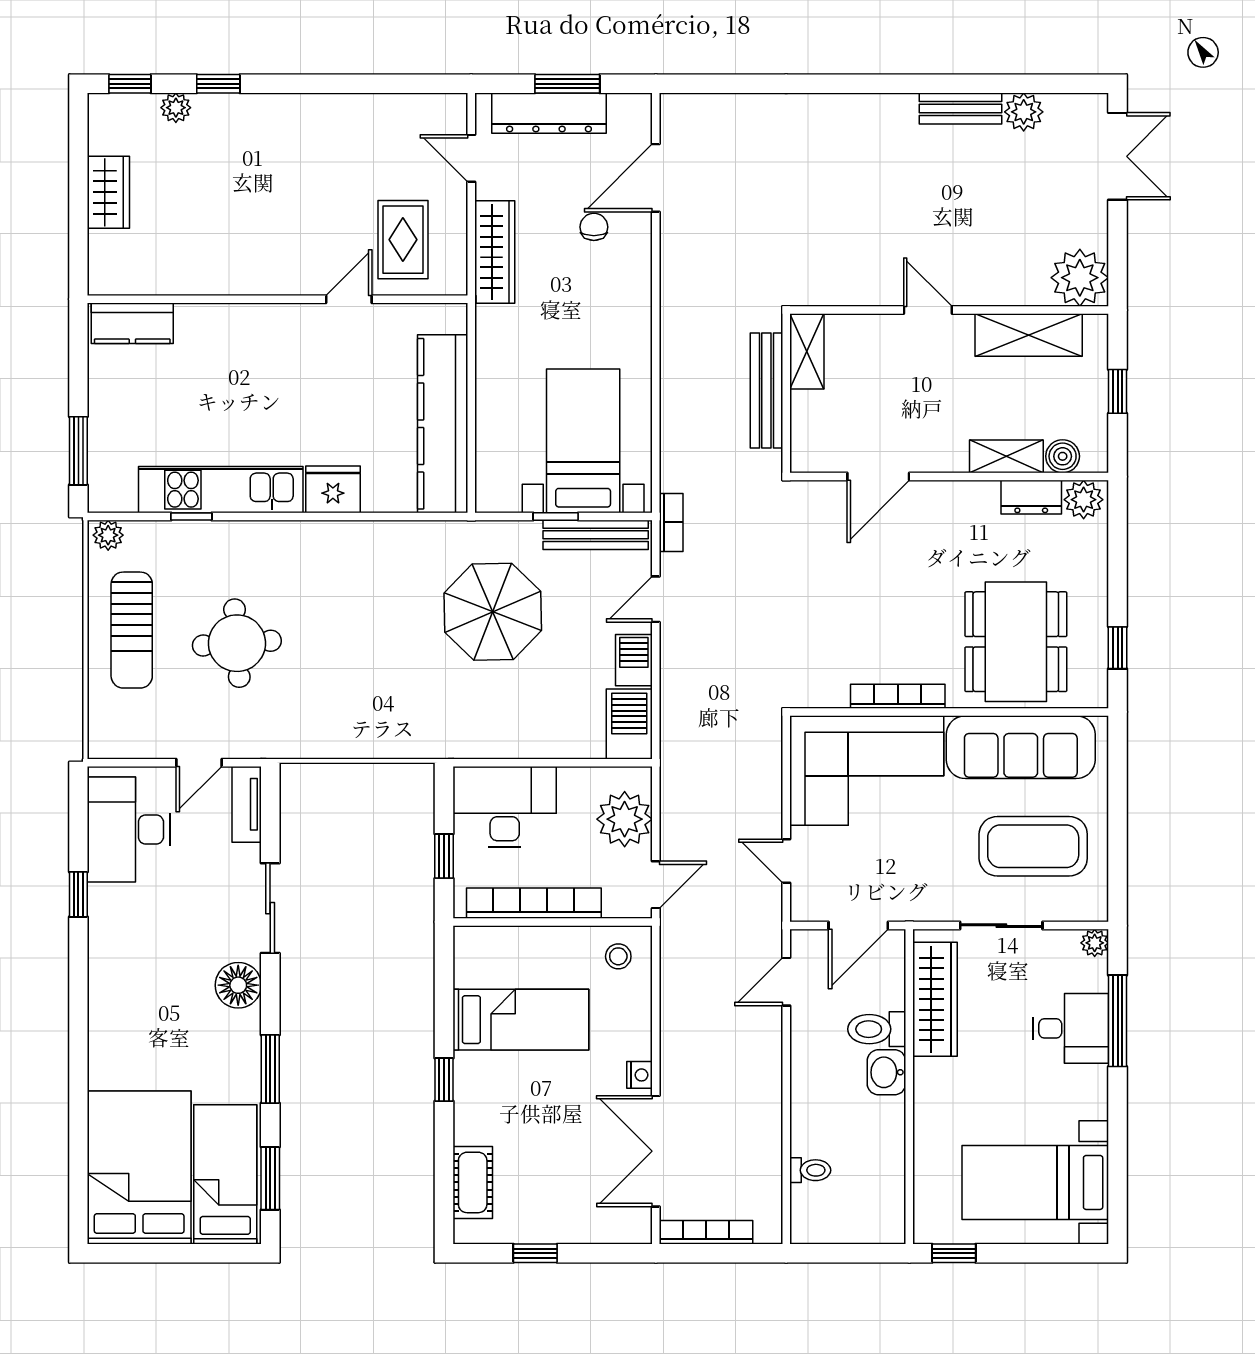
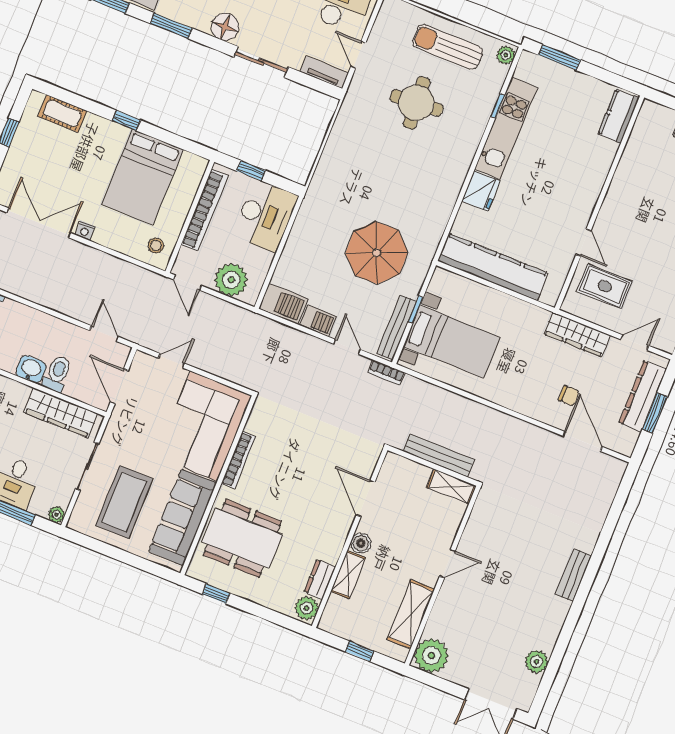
bench: (961, 108) -> (574, 575), moved
boiler: (1063, 456) -> (361, 543), moved
bed: (521, 1020) -> (142, 177), width x1.50

